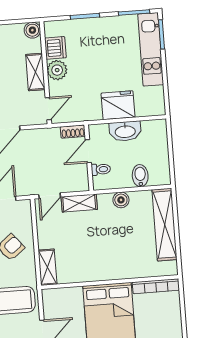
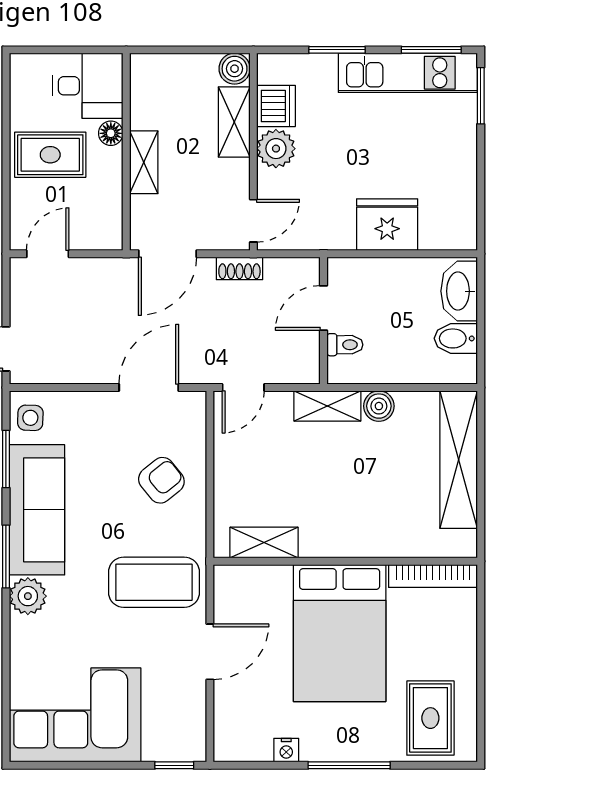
kitchen unit: (151, 49) -> (408, 73), moved, turned -90
shelving: (35, 72) -> (234, 122), moved
washbasin: (125, 131) -> (459, 291), moved, turned 90
shoe rack: (73, 132) -> (239, 268), moved
bidet: (140, 176) -> (456, 338), moved, turned -90
shelving: (79, 203) -> (327, 406), moved
shelving: (47, 267) -> (264, 543), moved, turned 90

